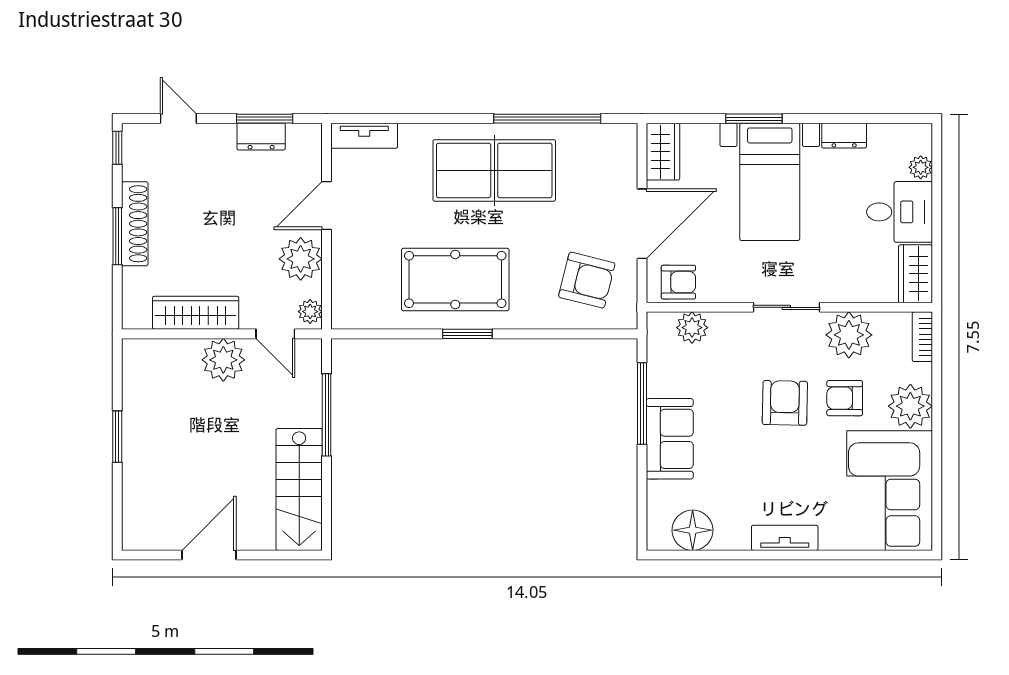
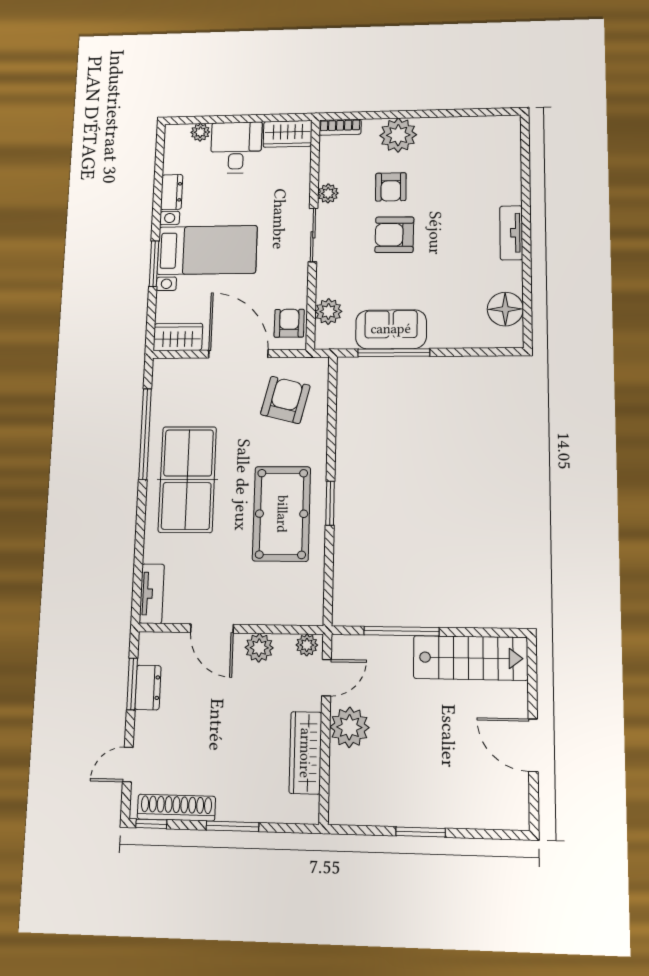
shoe rack: (135, 224) -> (176, 808), moved
plant: (301, 259) -> (259, 648), width x0.73, depth x0.73
plant: (849, 335) -> (328, 193), width x0.53, depth x0.53
sofa: (670, 439) -> (391, 329), moved
corner sofa: (890, 491) -> (470, 150), removed

